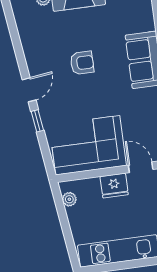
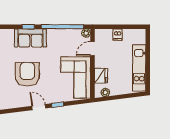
armchair: (82, 63) -> (27, 74), width x1.88, depth x1.88
fridge: (114, 186) -> (101, 76), moved

